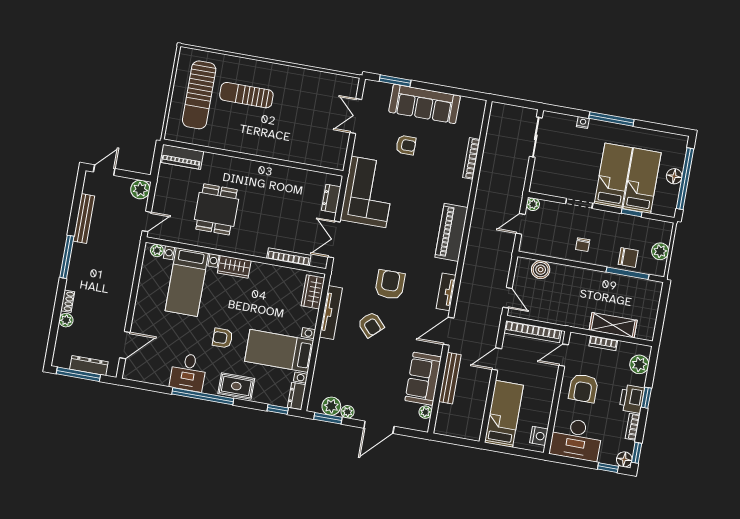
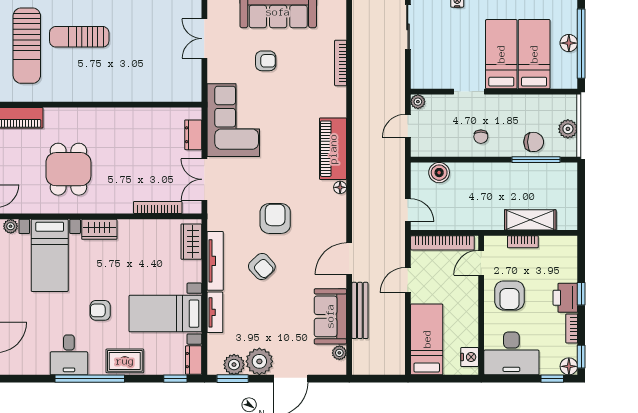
window: (632, 213) -> (529, 92), removed
floor lamp: (452, 267) -> (340, 187), added
tv unit: (446, 292) -> (215, 312), moved, turned 180
plant: (639, 364) -> (567, 258), removed
plant: (348, 412) -> (259, 361), width x1.87, depth x1.87

